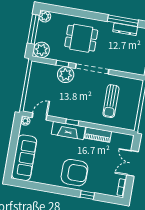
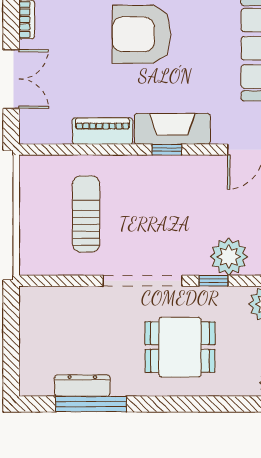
plant: (66, 75) -> (229, 257), moved

